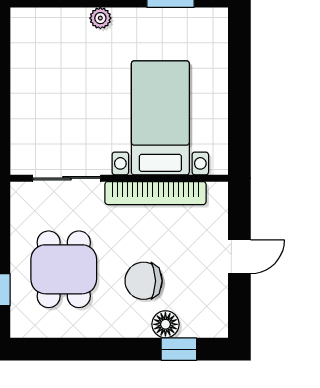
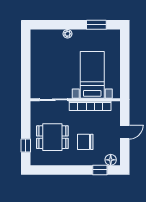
dining table: (64, 269) -> (52, 137), turned 90
floor lamp: (165, 324) -> (111, 160), moved

